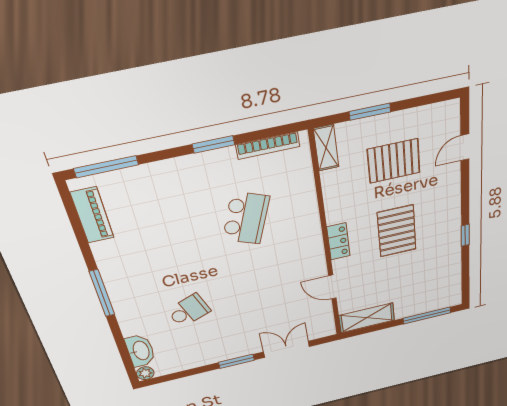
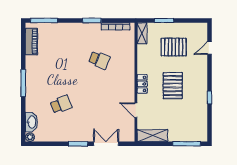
school desk: (246, 218) -> (99, 60), width x0.54

